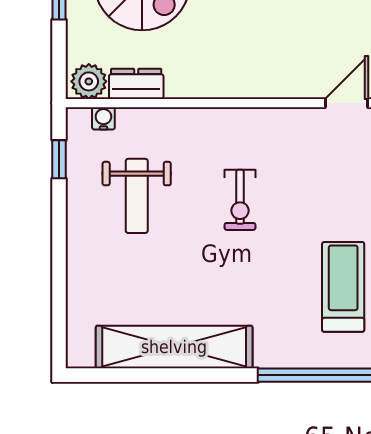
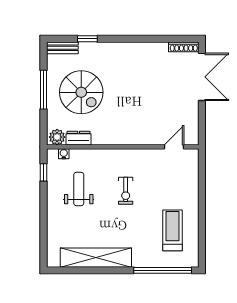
weight bench: (137, 196) -> (79, 189), turned 180

